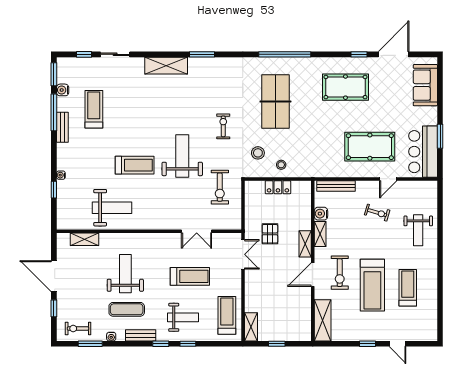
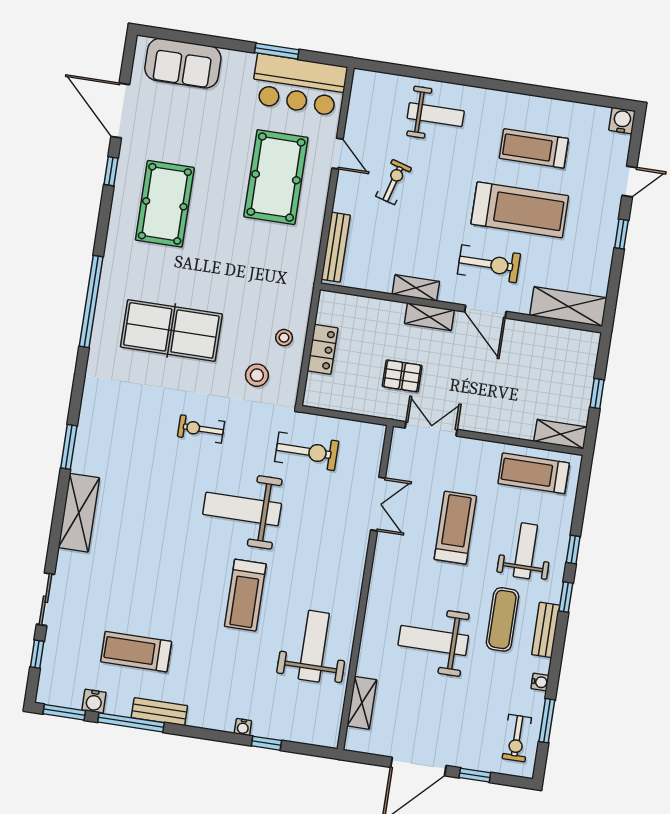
treadmill: (135, 165) -> (245, 595), turned 180
water cooler: (321, 214) -> (622, 121), moved, turned 180
exercise mat: (127, 309) -> (502, 619), moved

